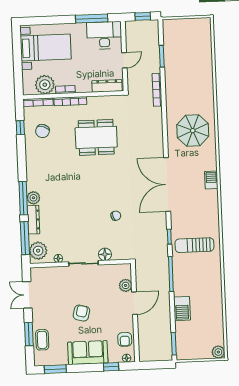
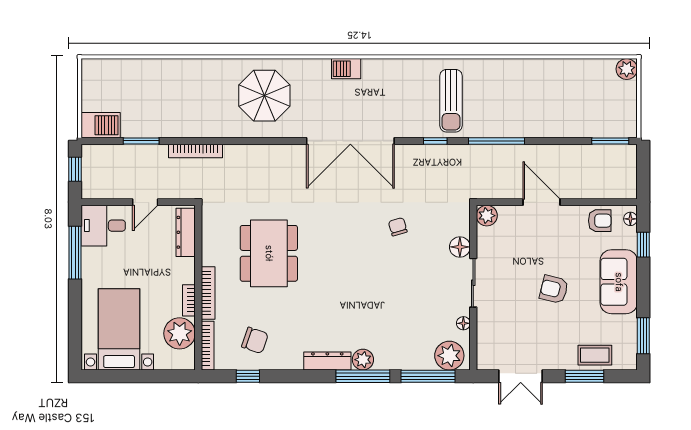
desk: (104, 35) -> (103, 226), width x0.73
door: (124, 60) -> (145, 202), swing flipped
dresser: (34, 220) -> (327, 361), moved
plant: (126, 285) -> (487, 216), moved
barbecue: (182, 309) -> (101, 125), moved

